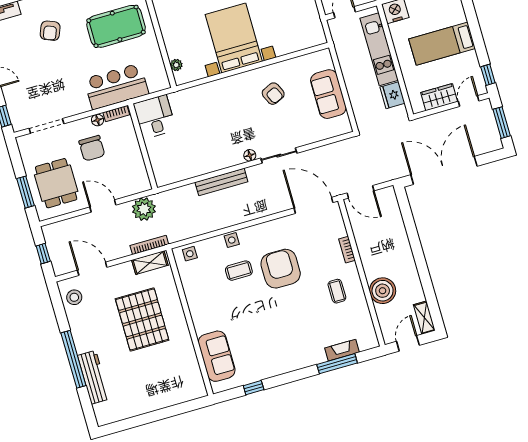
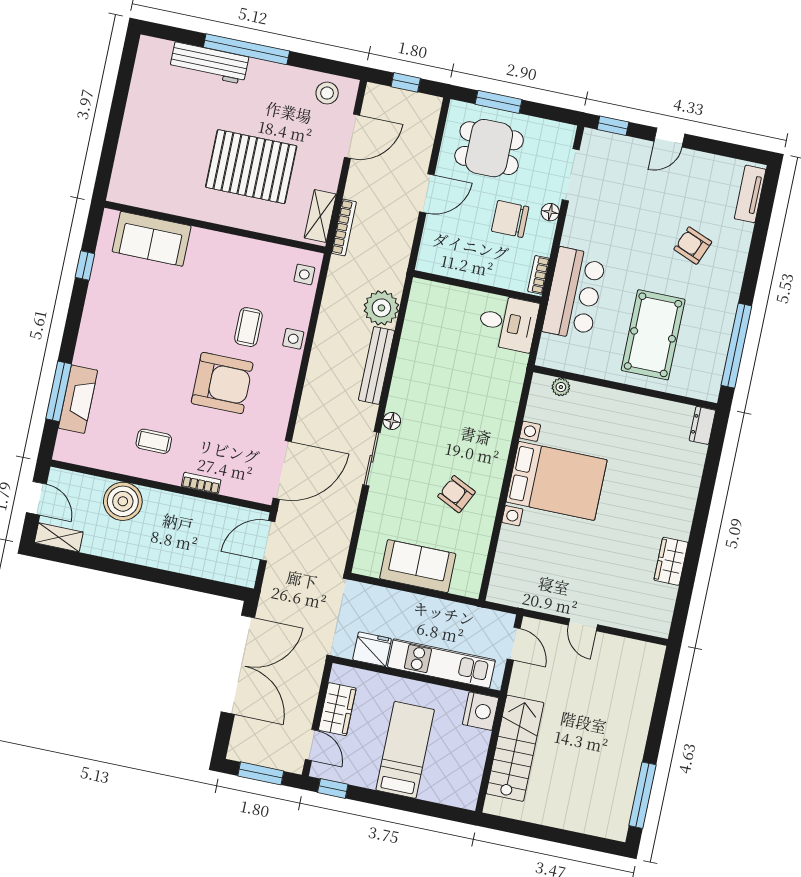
armchair: (273, 94) -> (456, 494), turned 51
floor lamp: (98, 120) -> (550, 212), moved
plant: (144, 209) -> (381, 308), moved
fireplace: (342, 350) -> (78, 399), width x1.37, depth x1.32

